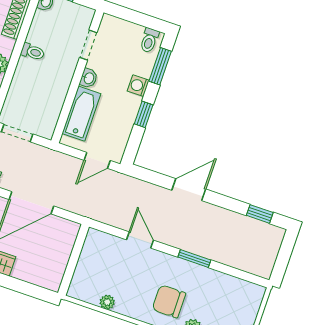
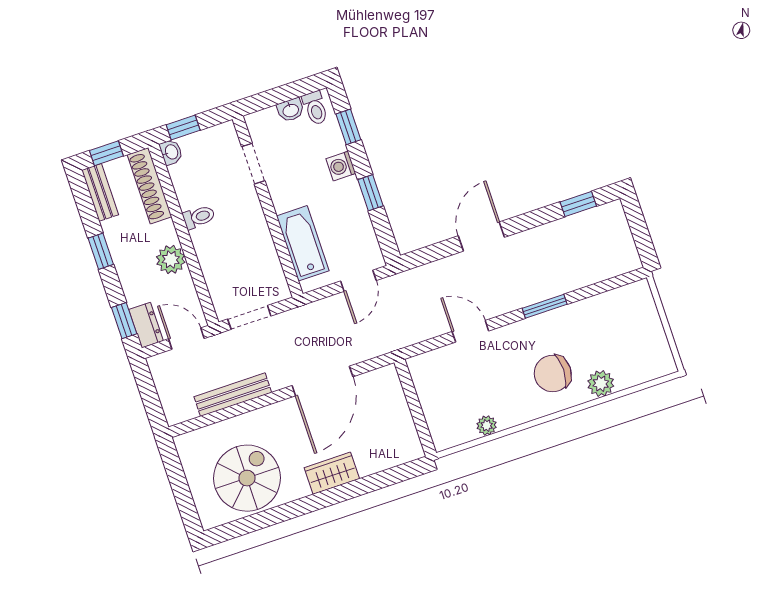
window: (160, 66) -> (348, 127), width x0.67
washbasin: (89, 78) -> (291, 110), moved, turned 90

